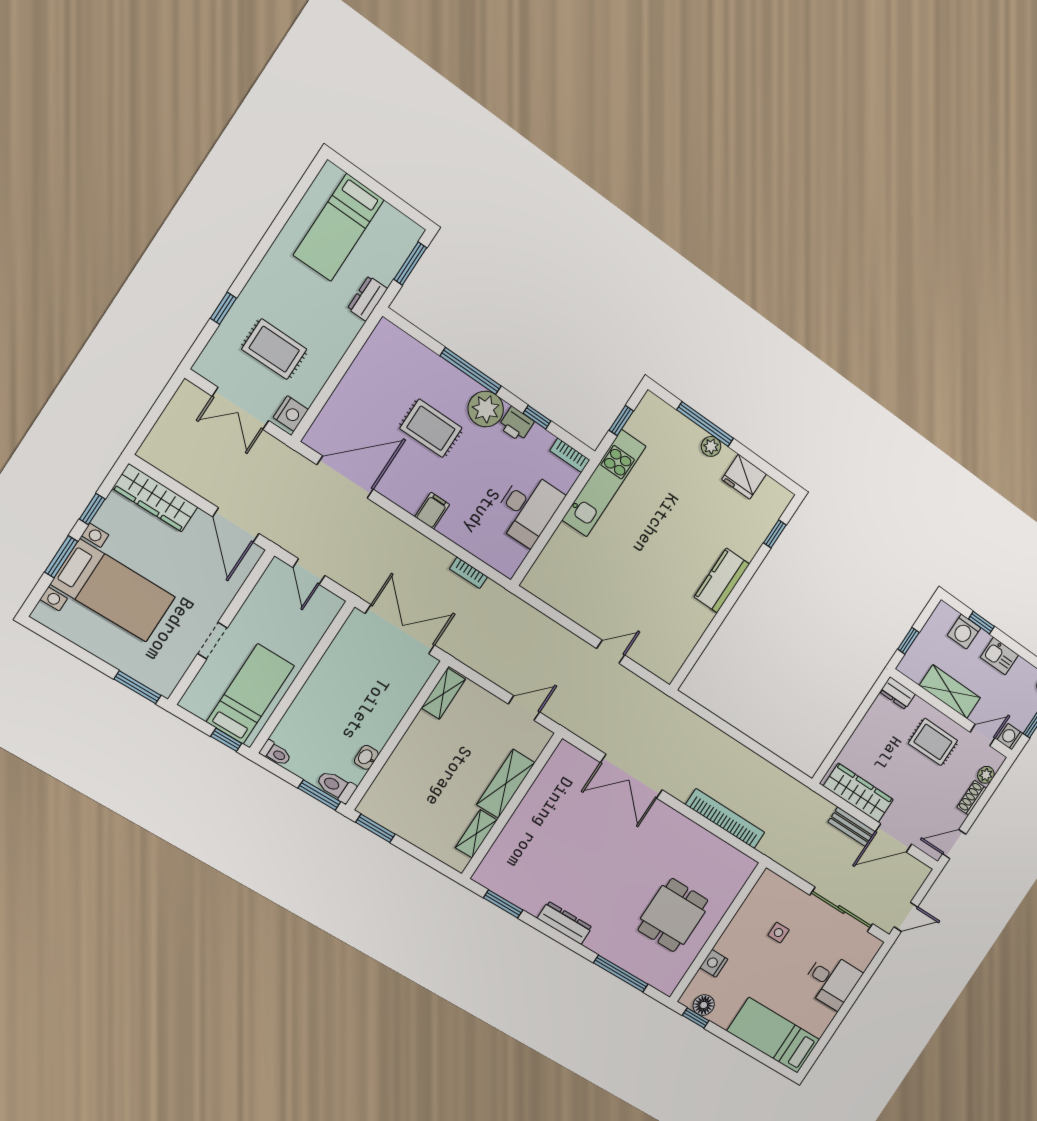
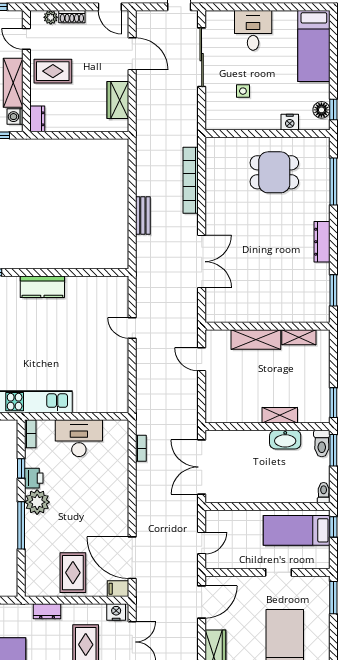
dresser: (367, 299) -> (47, 611), moved
rug: (431, 428) -> (73, 573), moved
filing cabinet: (432, 511) -> (118, 589), moved
shelving: (443, 694) -> (280, 415), moved
washing machine: (1010, 737) -> (15, 117), moved, turned 90
rug: (933, 742) -> (53, 71), turned 90
washbasin: (366, 757) -> (285, 440), width x1.91, depth x1.45
wardrobe: (858, 793) -> (118, 100), width x0.67
bench: (852, 827) -> (143, 216), moved

